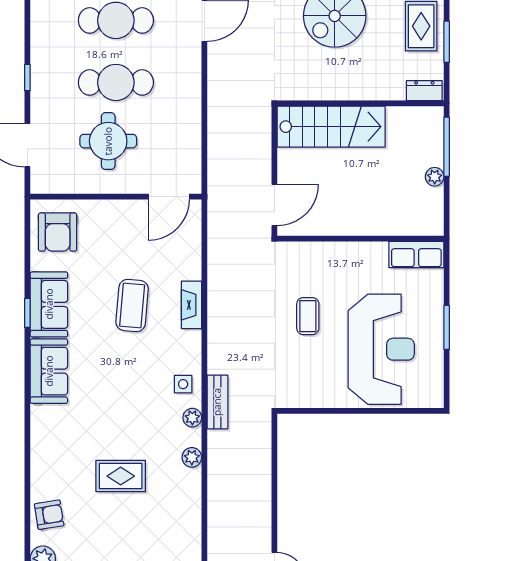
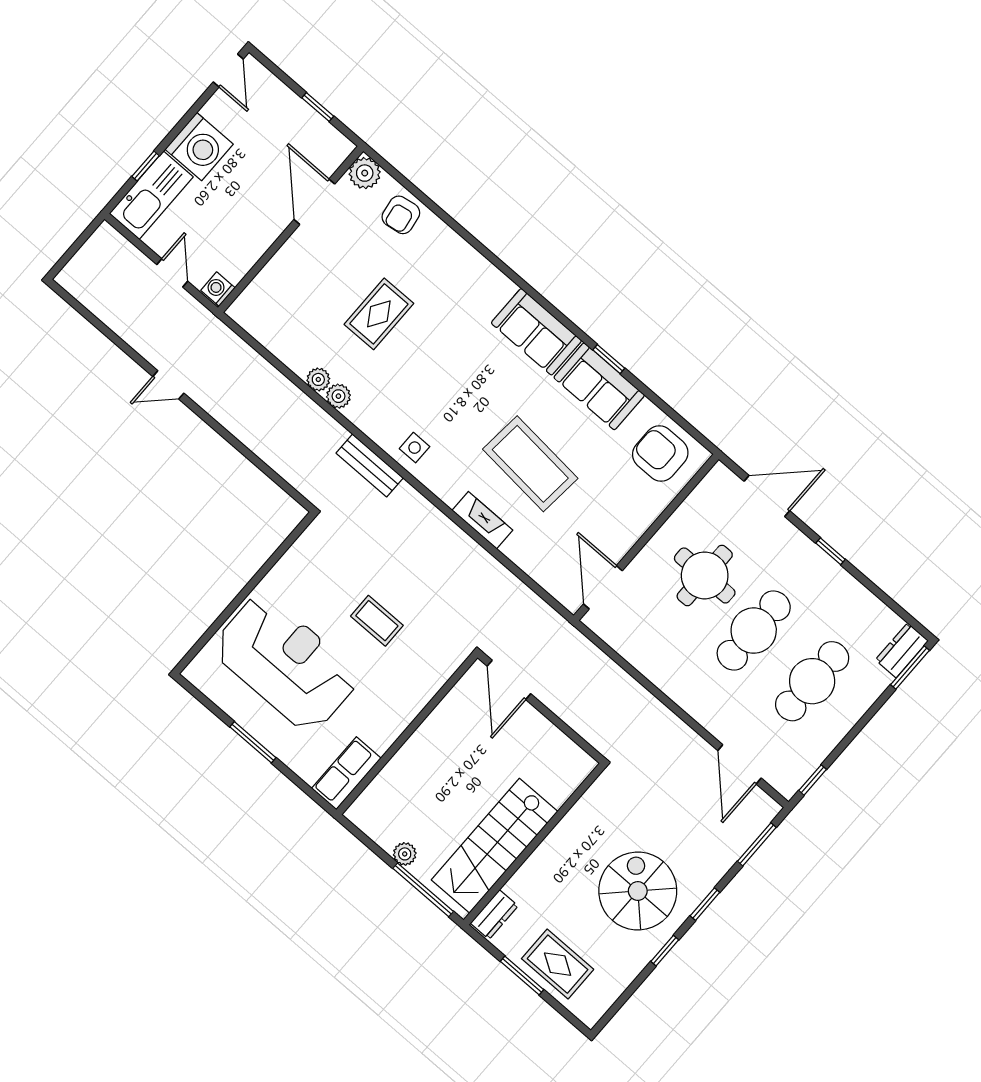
stairs: (331, 127) -> (494, 846), moved
coffee table: (132, 306) -> (530, 464), width x1.36, depth x1.32
reception desk: (381, 349) -> (286, 663), turned 180
plant: (192, 418) -> (318, 379), moved

